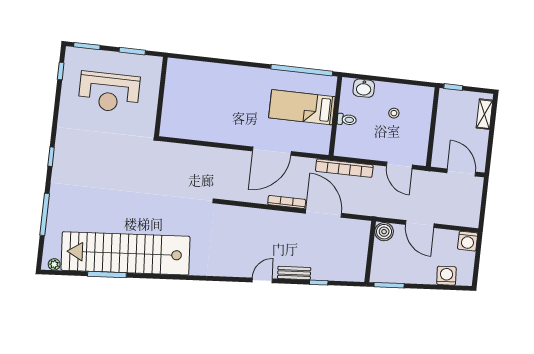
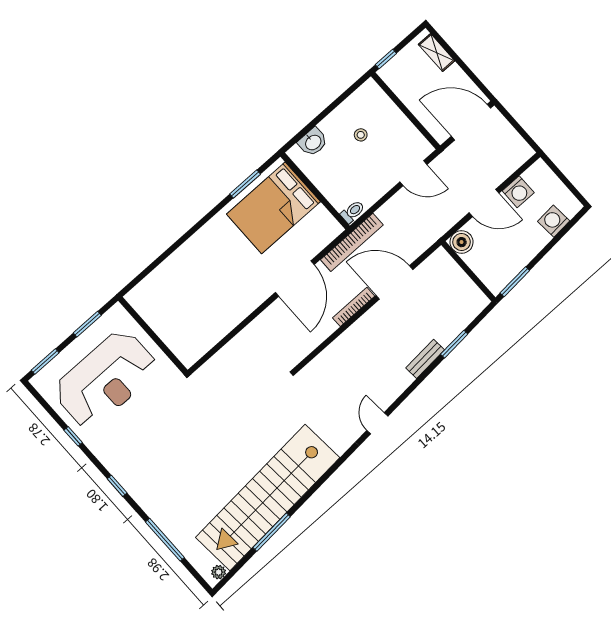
window: (302, 70) -> (245, 184), width x0.47
window: (61, 71) -> (73, 436), moved
reception desk: (109, 92) -> (106, 379), width x1.36, depth x1.30
bed: (302, 107) -> (273, 208), width x1.50
toilet: (347, 120) -> (353, 212), moved
bookcase: (344, 168) -> (352, 242), moved
door: (461, 172) -> (471, 122), width x1.36
washing machine: (468, 241) -> (518, 192), moved
door: (262, 280) -> (377, 423), moved
window: (319, 283) -> (454, 344), width x1.50

